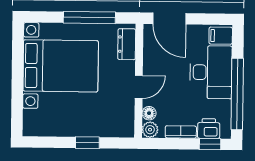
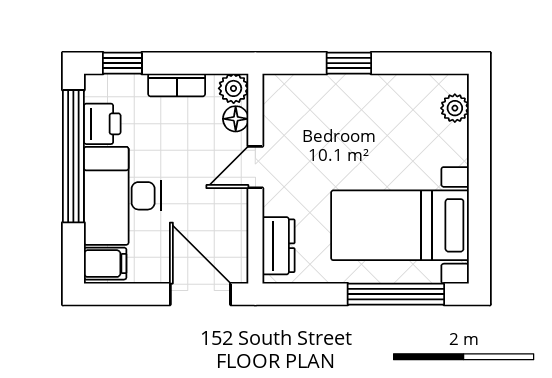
window: (89, 18) -> (396, 294), moved
bed with nightstands: (61, 66) -> (400, 225), width x0.73
plant: (30, 118) -> (455, 108), added
printer: (209, 129) -> (102, 124), moved, turned -90

